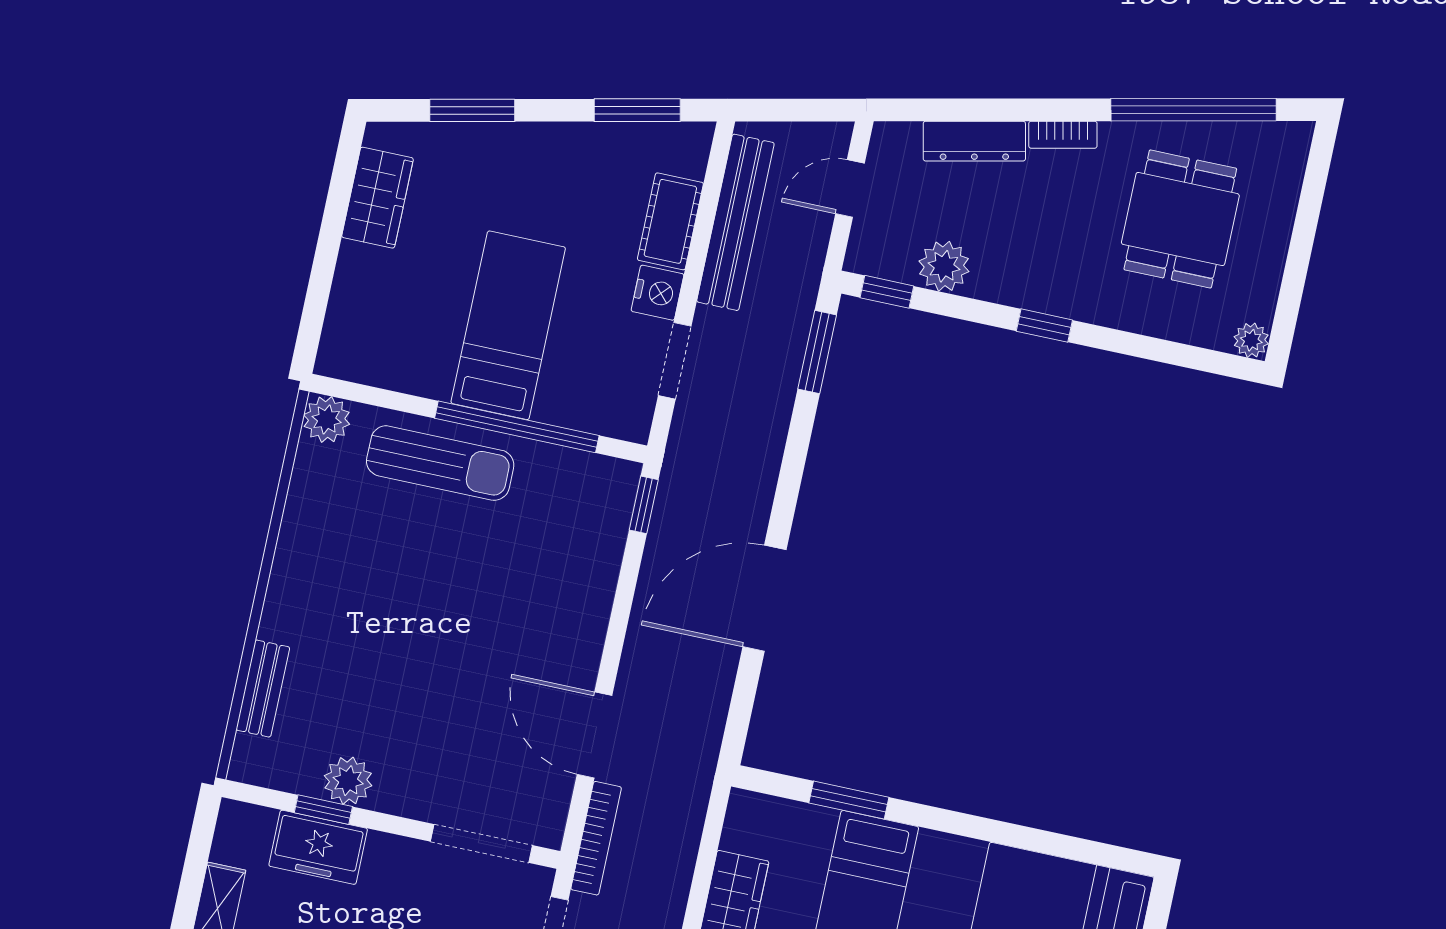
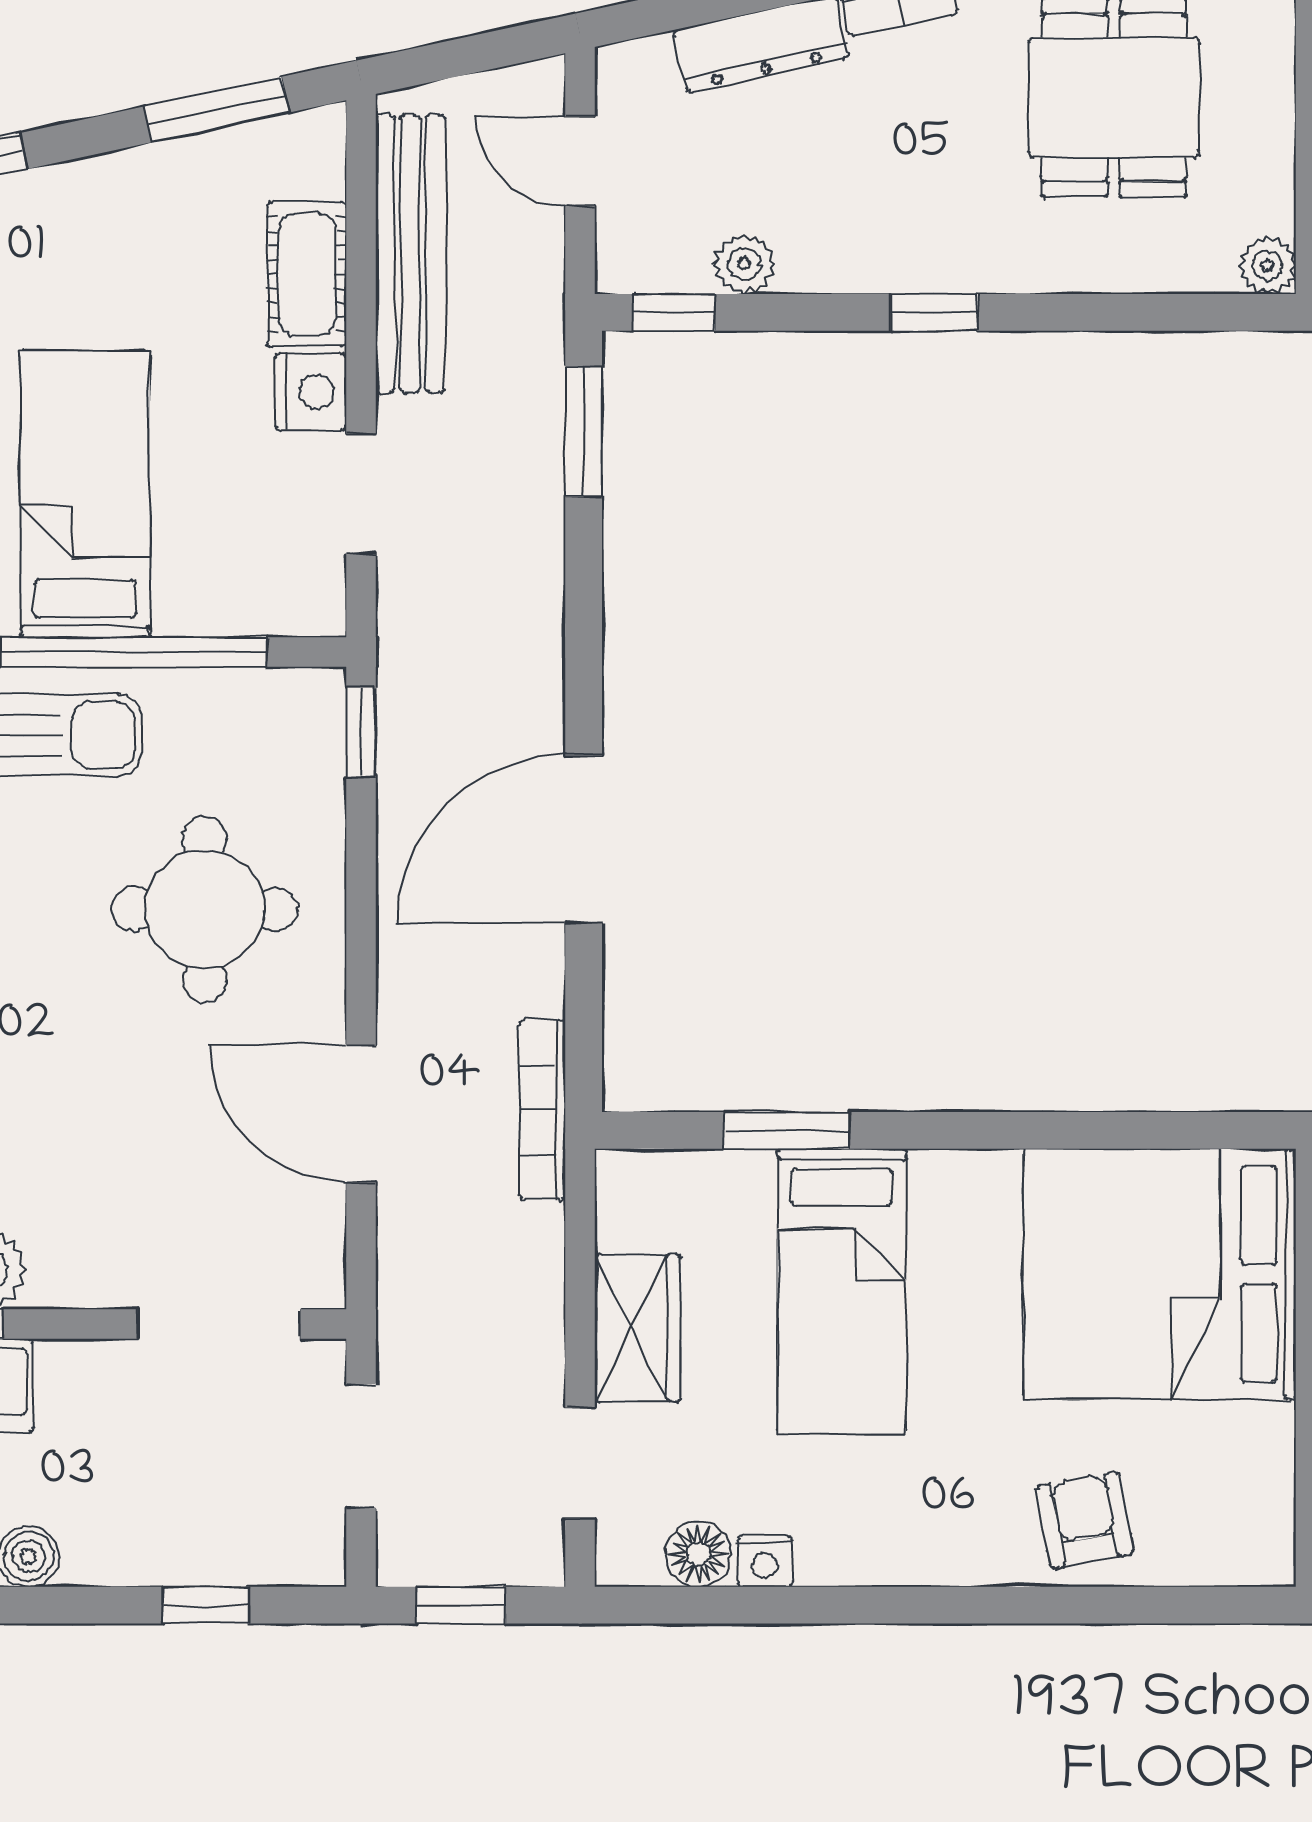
door: (850, 188) -> (580, 161), hinge flipped
plant: (944, 266) -> (744, 264), width x0.73, depth x0.73
round table: (527, 591) -> (205, 909), added
bookcase: (596, 838) -> (542, 1110), moved, turned 180

